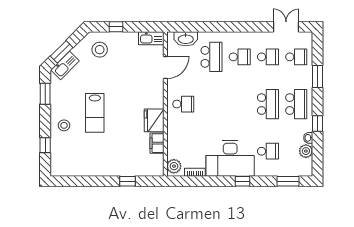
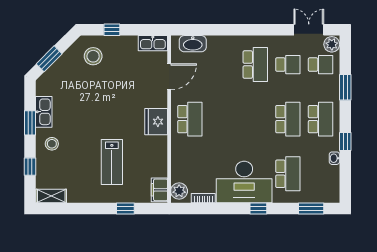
school desk: (212, 57) -> (223, 65), removed
school desk: (240, 57) -> (255, 65), width x1.85
kitchen sink: (65, 65) -> (44, 112), moved, turned -45
window: (45, 94) -> (30, 123), moved
school desk: (183, 104) -> (190, 119), width x1.85
lab bench: (95, 113) -> (112, 162), moved
fridge: (154, 120) -> (156, 122), moved
filing cabinet: (157, 143) -> (159, 190), moved
school desk: (268, 151) -> (288, 174), width x1.85
plant: (306, 151) -> (332, 44), moved
shelving: (63, 170) -> (51, 196), added

